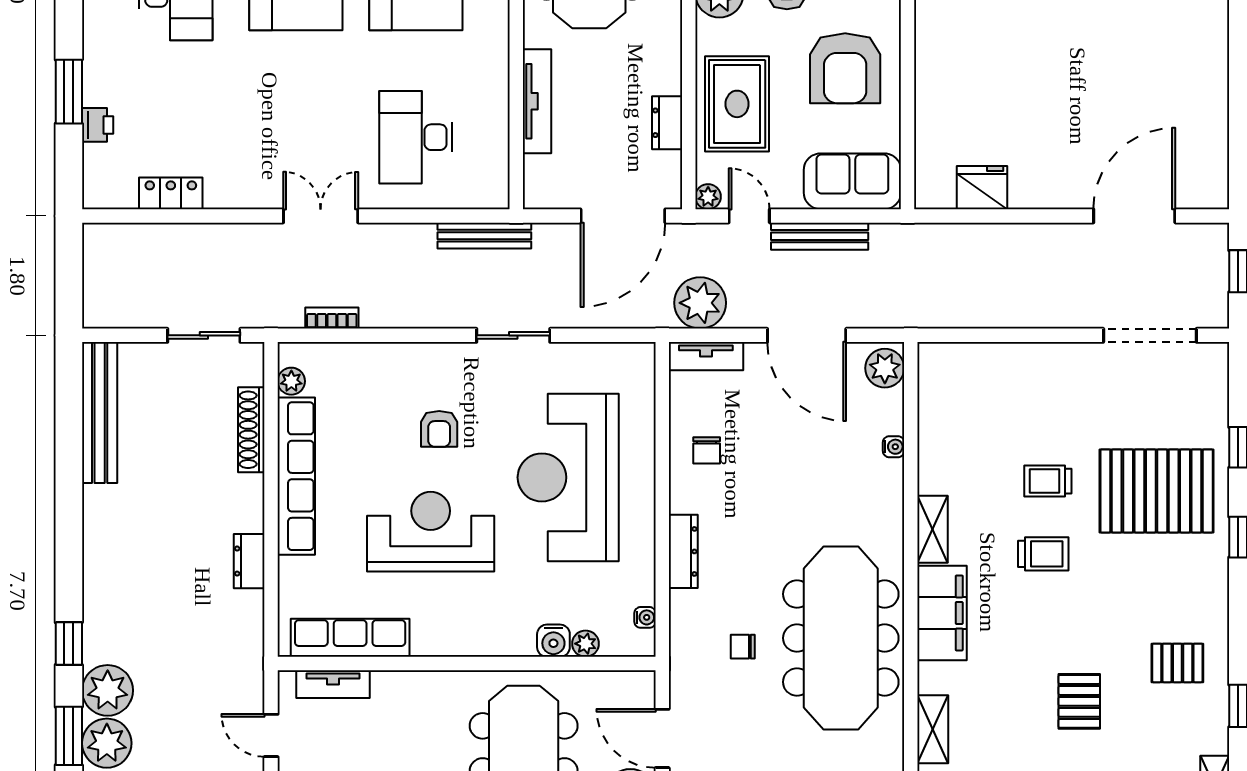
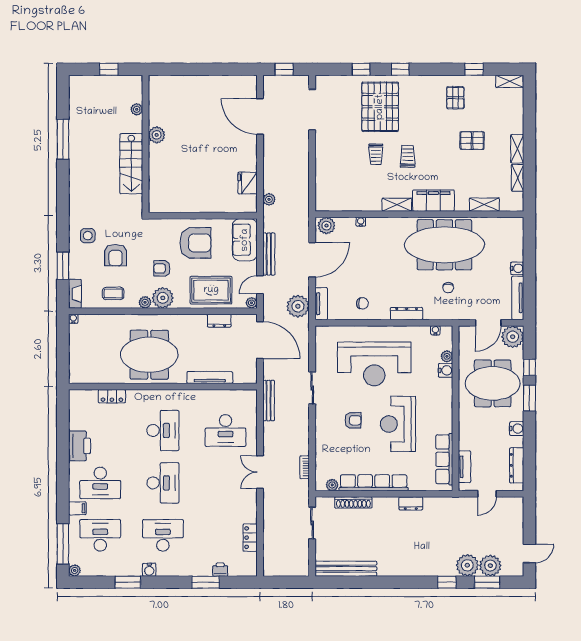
plant: (945, 237) -> (269, 199), added

